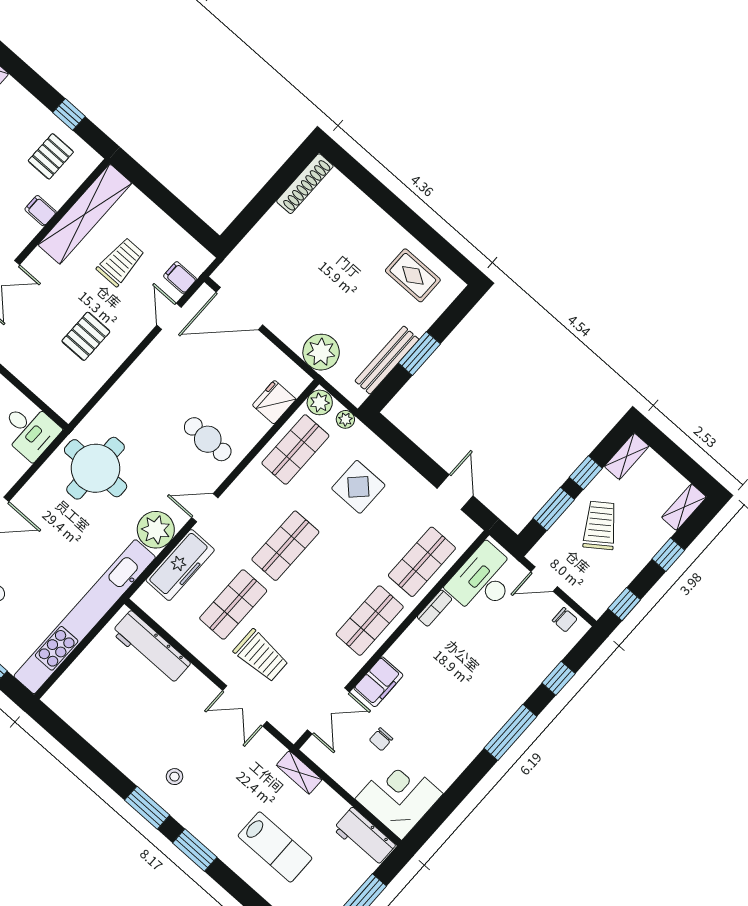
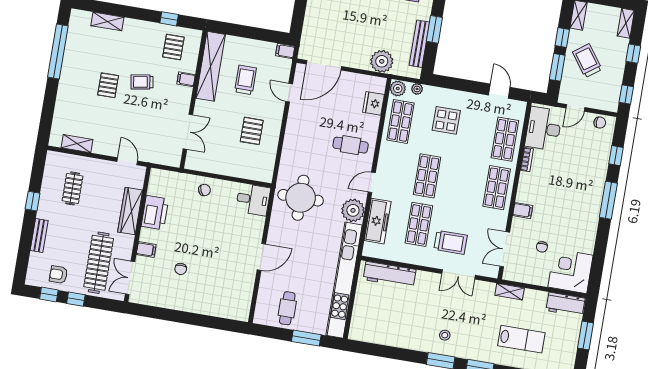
filing cabinet: (180, 278) -> (285, 51), moved
filing cabinet: (378, 682) -> (523, 211), width x0.50
double door: (328, 711) -> (505, 249), swing flipped

